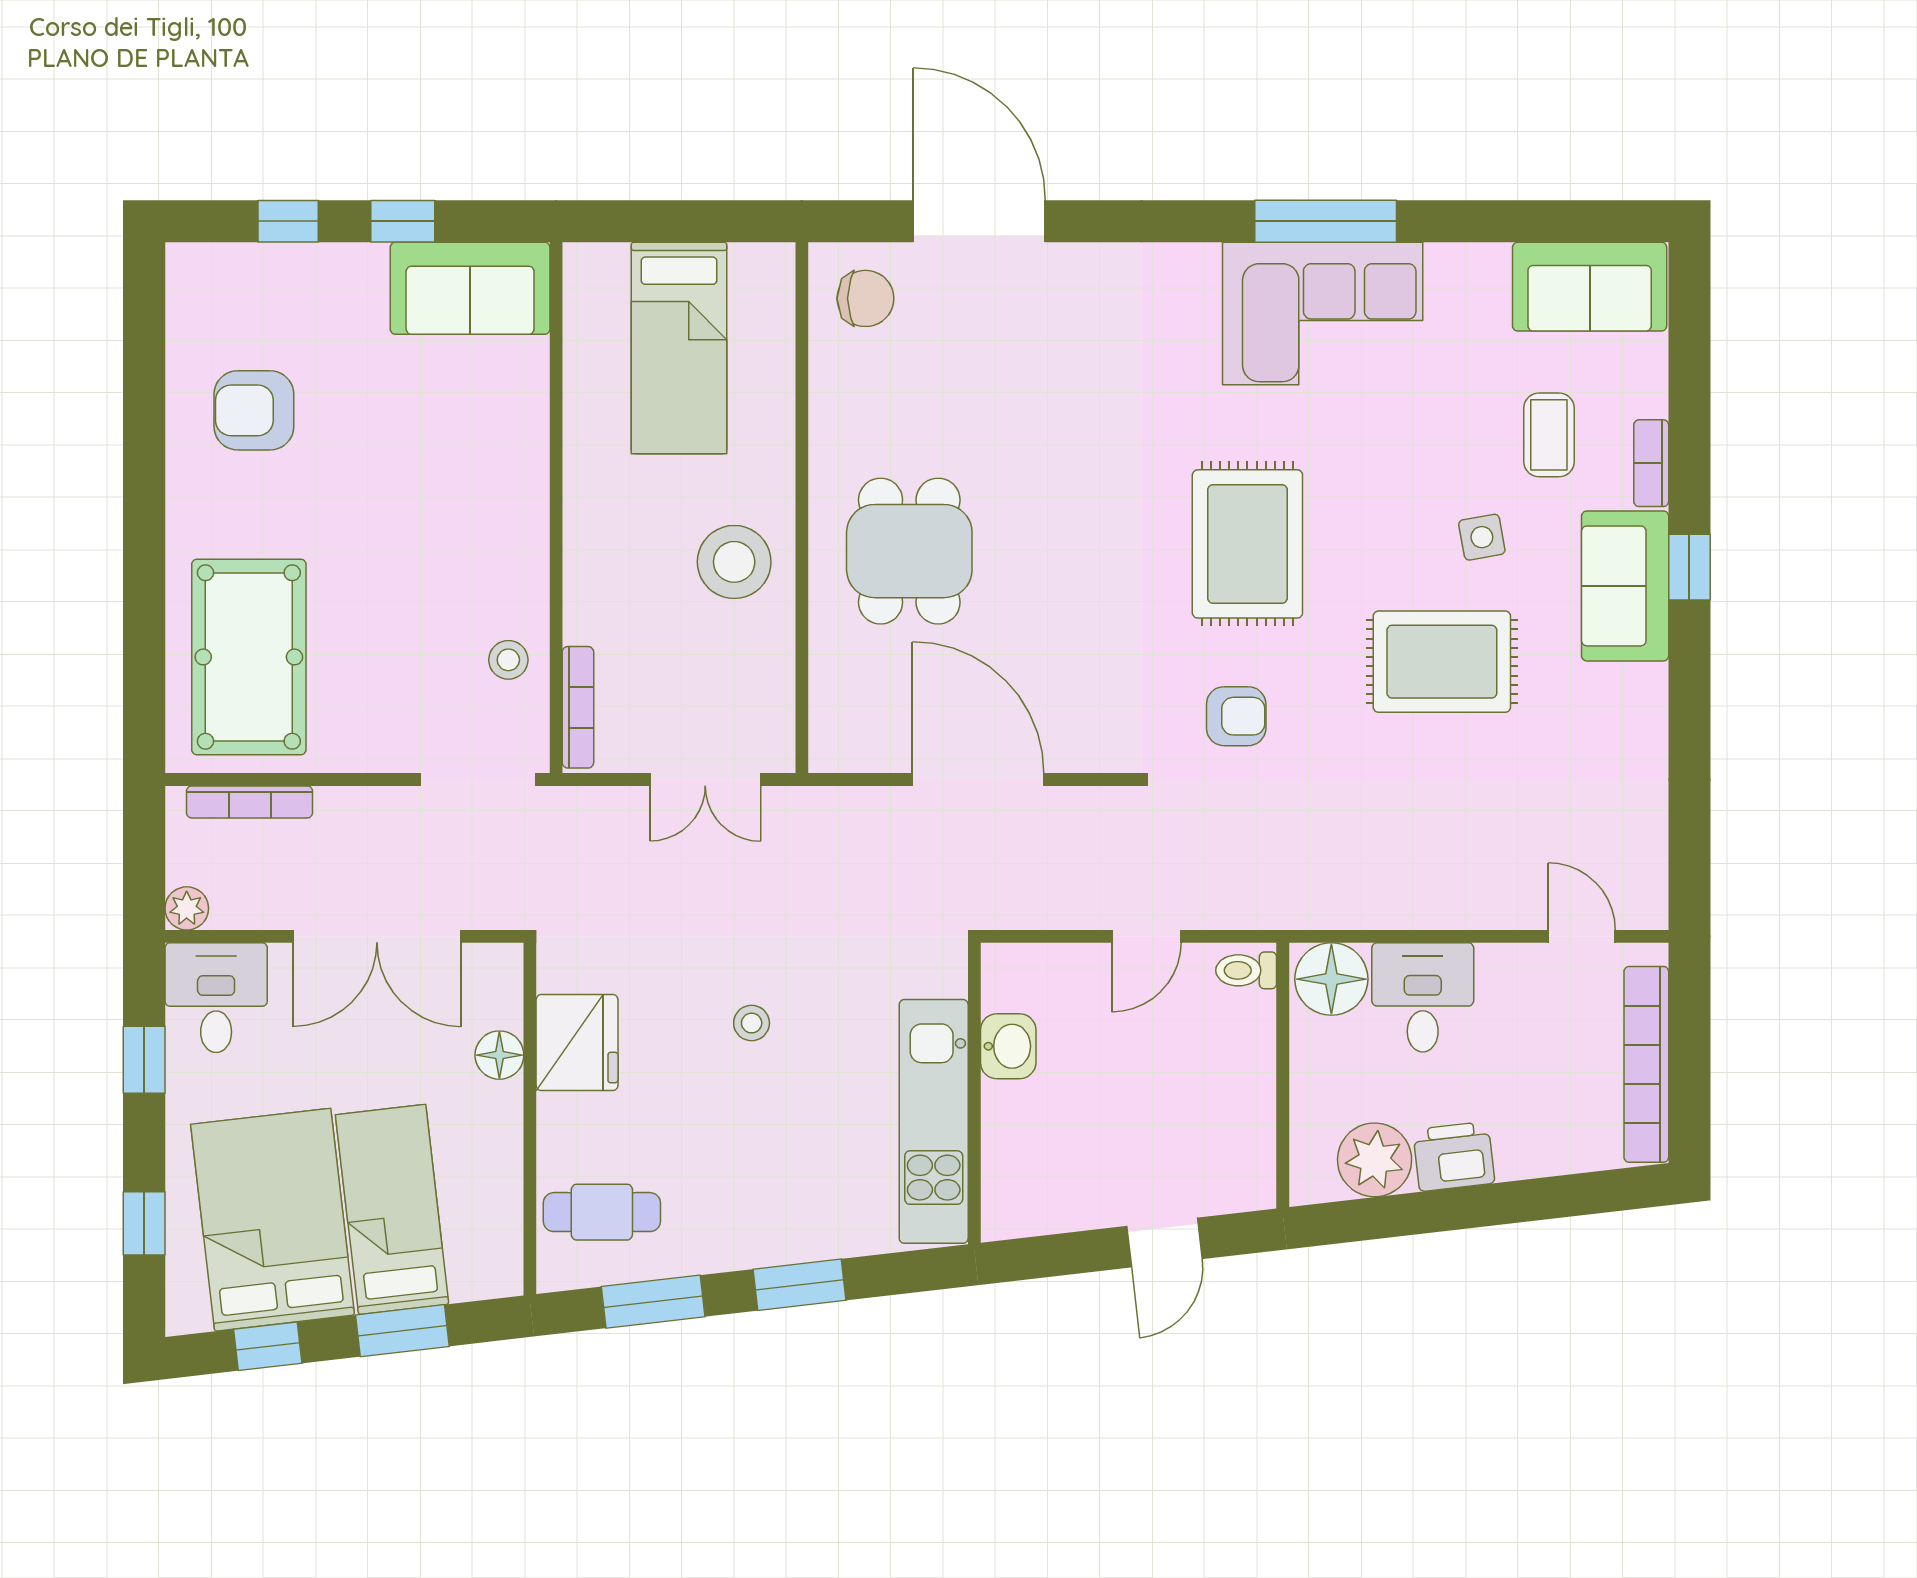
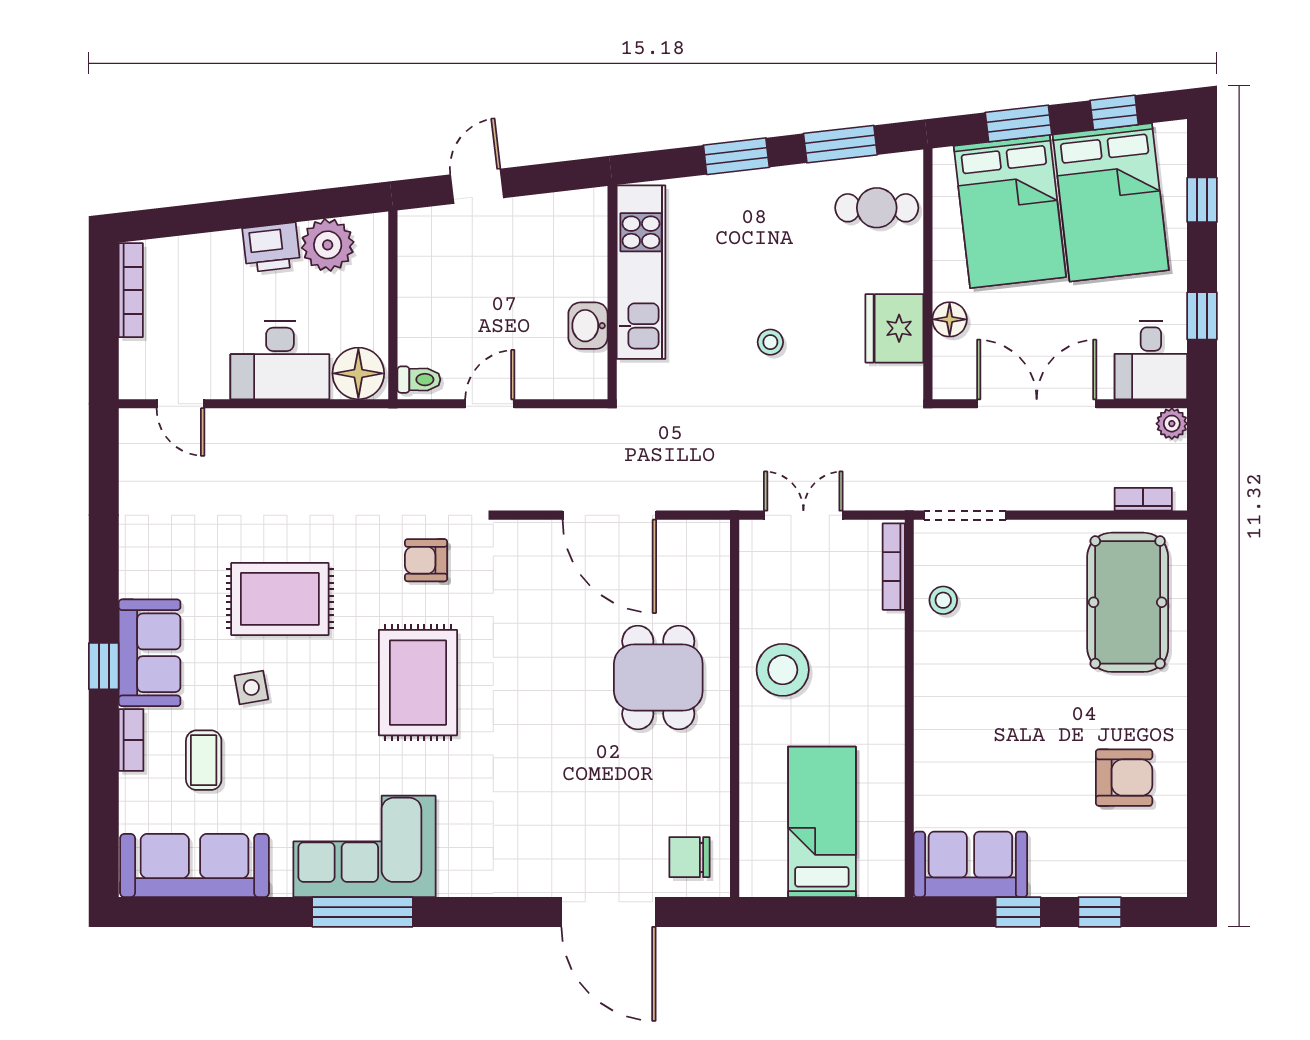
sofa: (1590, 287) -> (195, 865), width x1.36
bookcase: (250, 802) -> (1143, 499), width x0.64
desk: (1423, 997) -> (280, 360), width x1.37
bookcase: (1646, 1064) -> (131, 290), width x0.68, depth x0.76
bed: (392, 1209) -> (1010, 212), width x1.50

